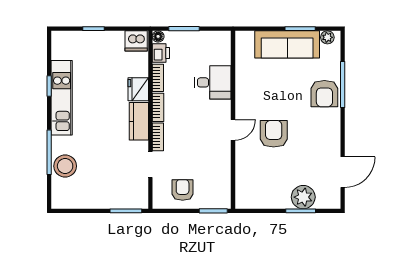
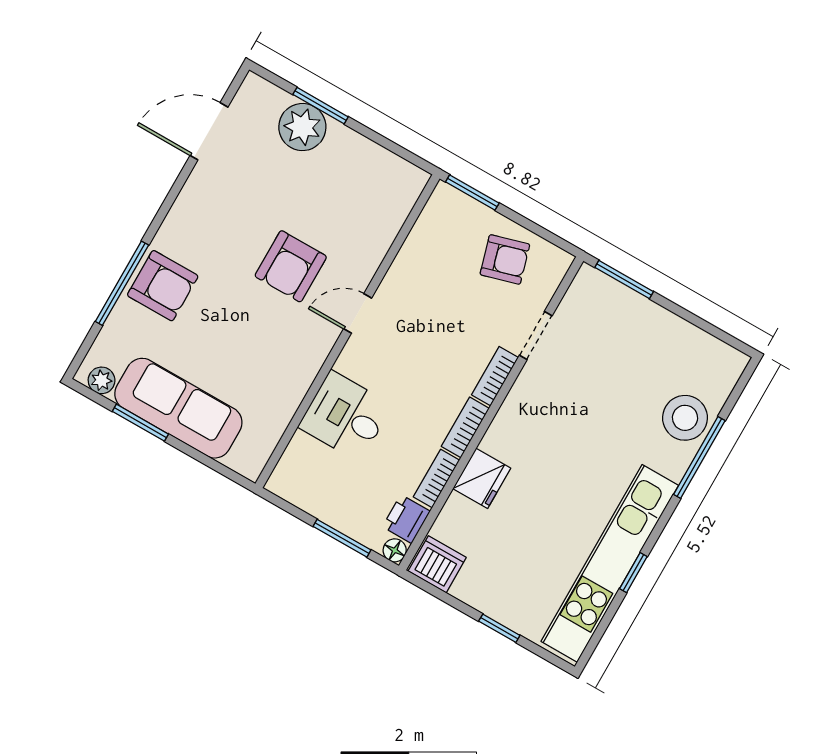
armchair: (324, 94) -> (163, 286), turned 90
kitchen unit: (62, 98) -> (610, 563), width x1.36
kitchen counter: (139, 121) -> (512, 422), removed
armchair: (183, 190) -> (505, 259), turned -106

